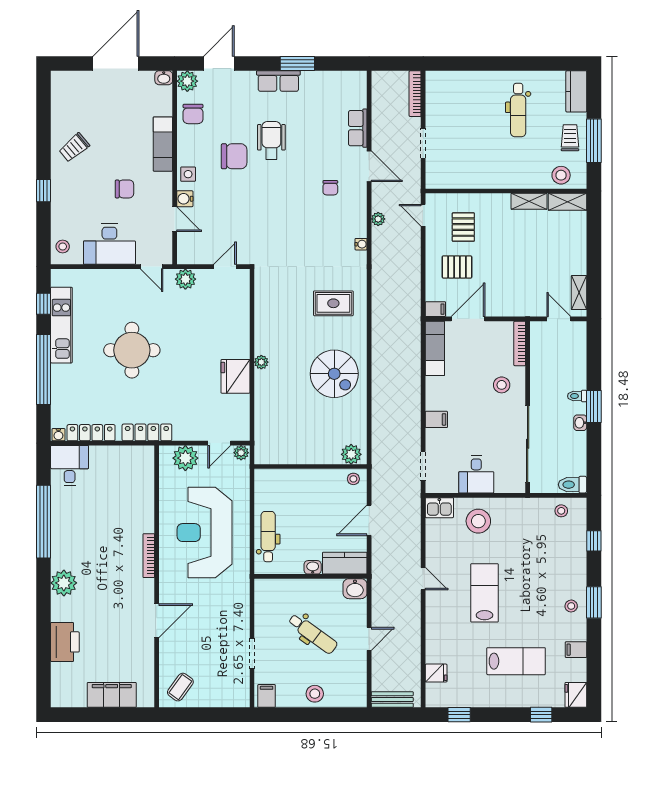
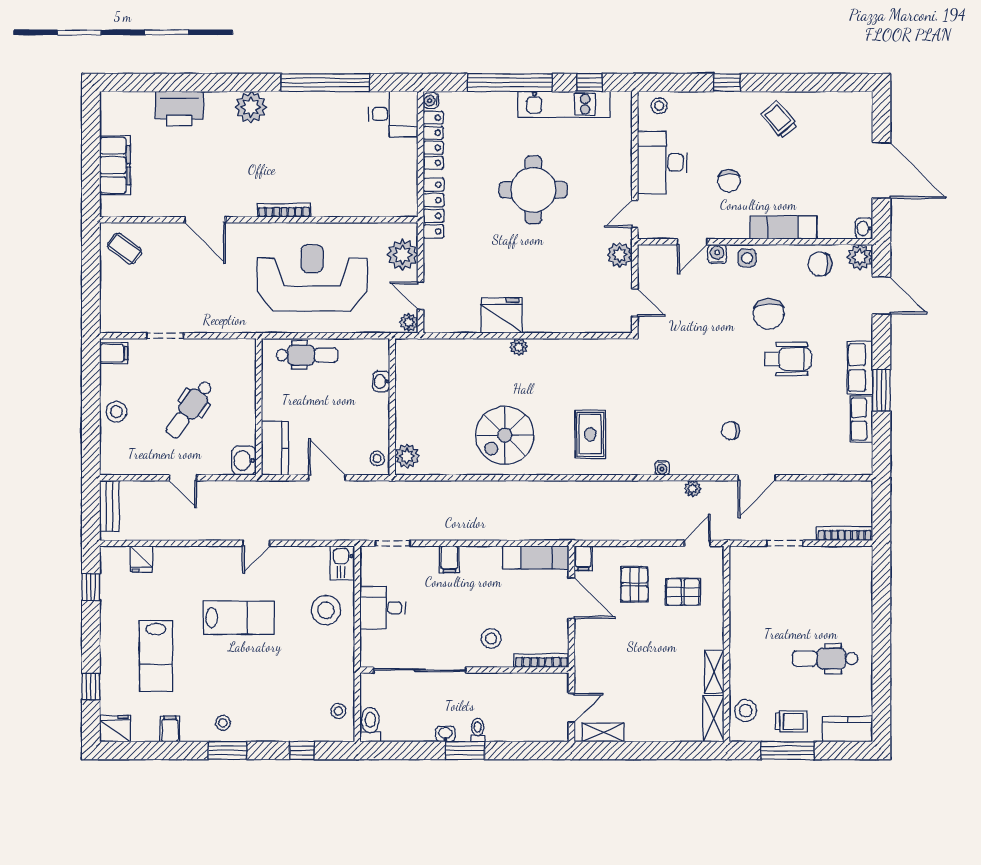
row of seats: (358, 128) -> (861, 419), moved, turned -90
washbasin: (313, 567) -> (381, 381), moved, turned 180

